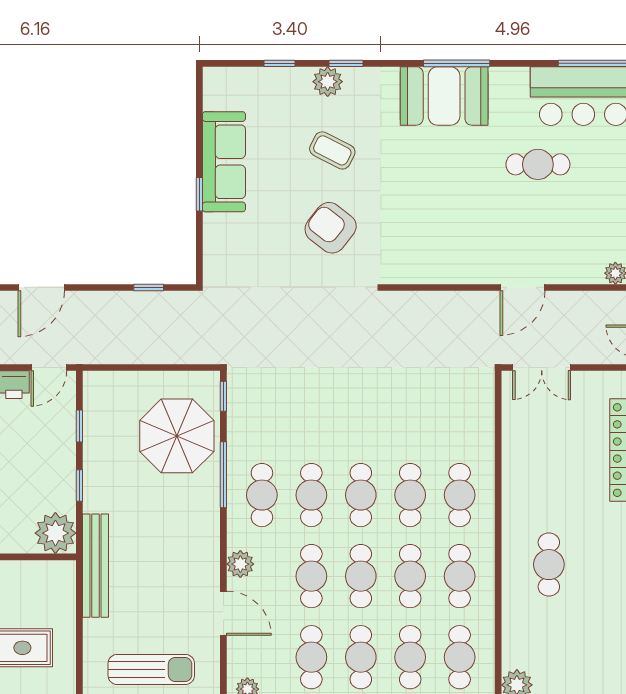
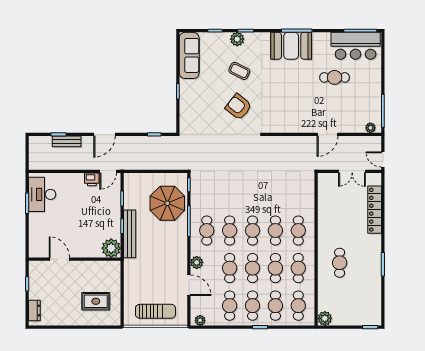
sofa: (224, 162) -> (189, 55), moved
double door: (542, 368) -> (352, 171), moved
bench: (95, 566) -> (130, 234), moved

